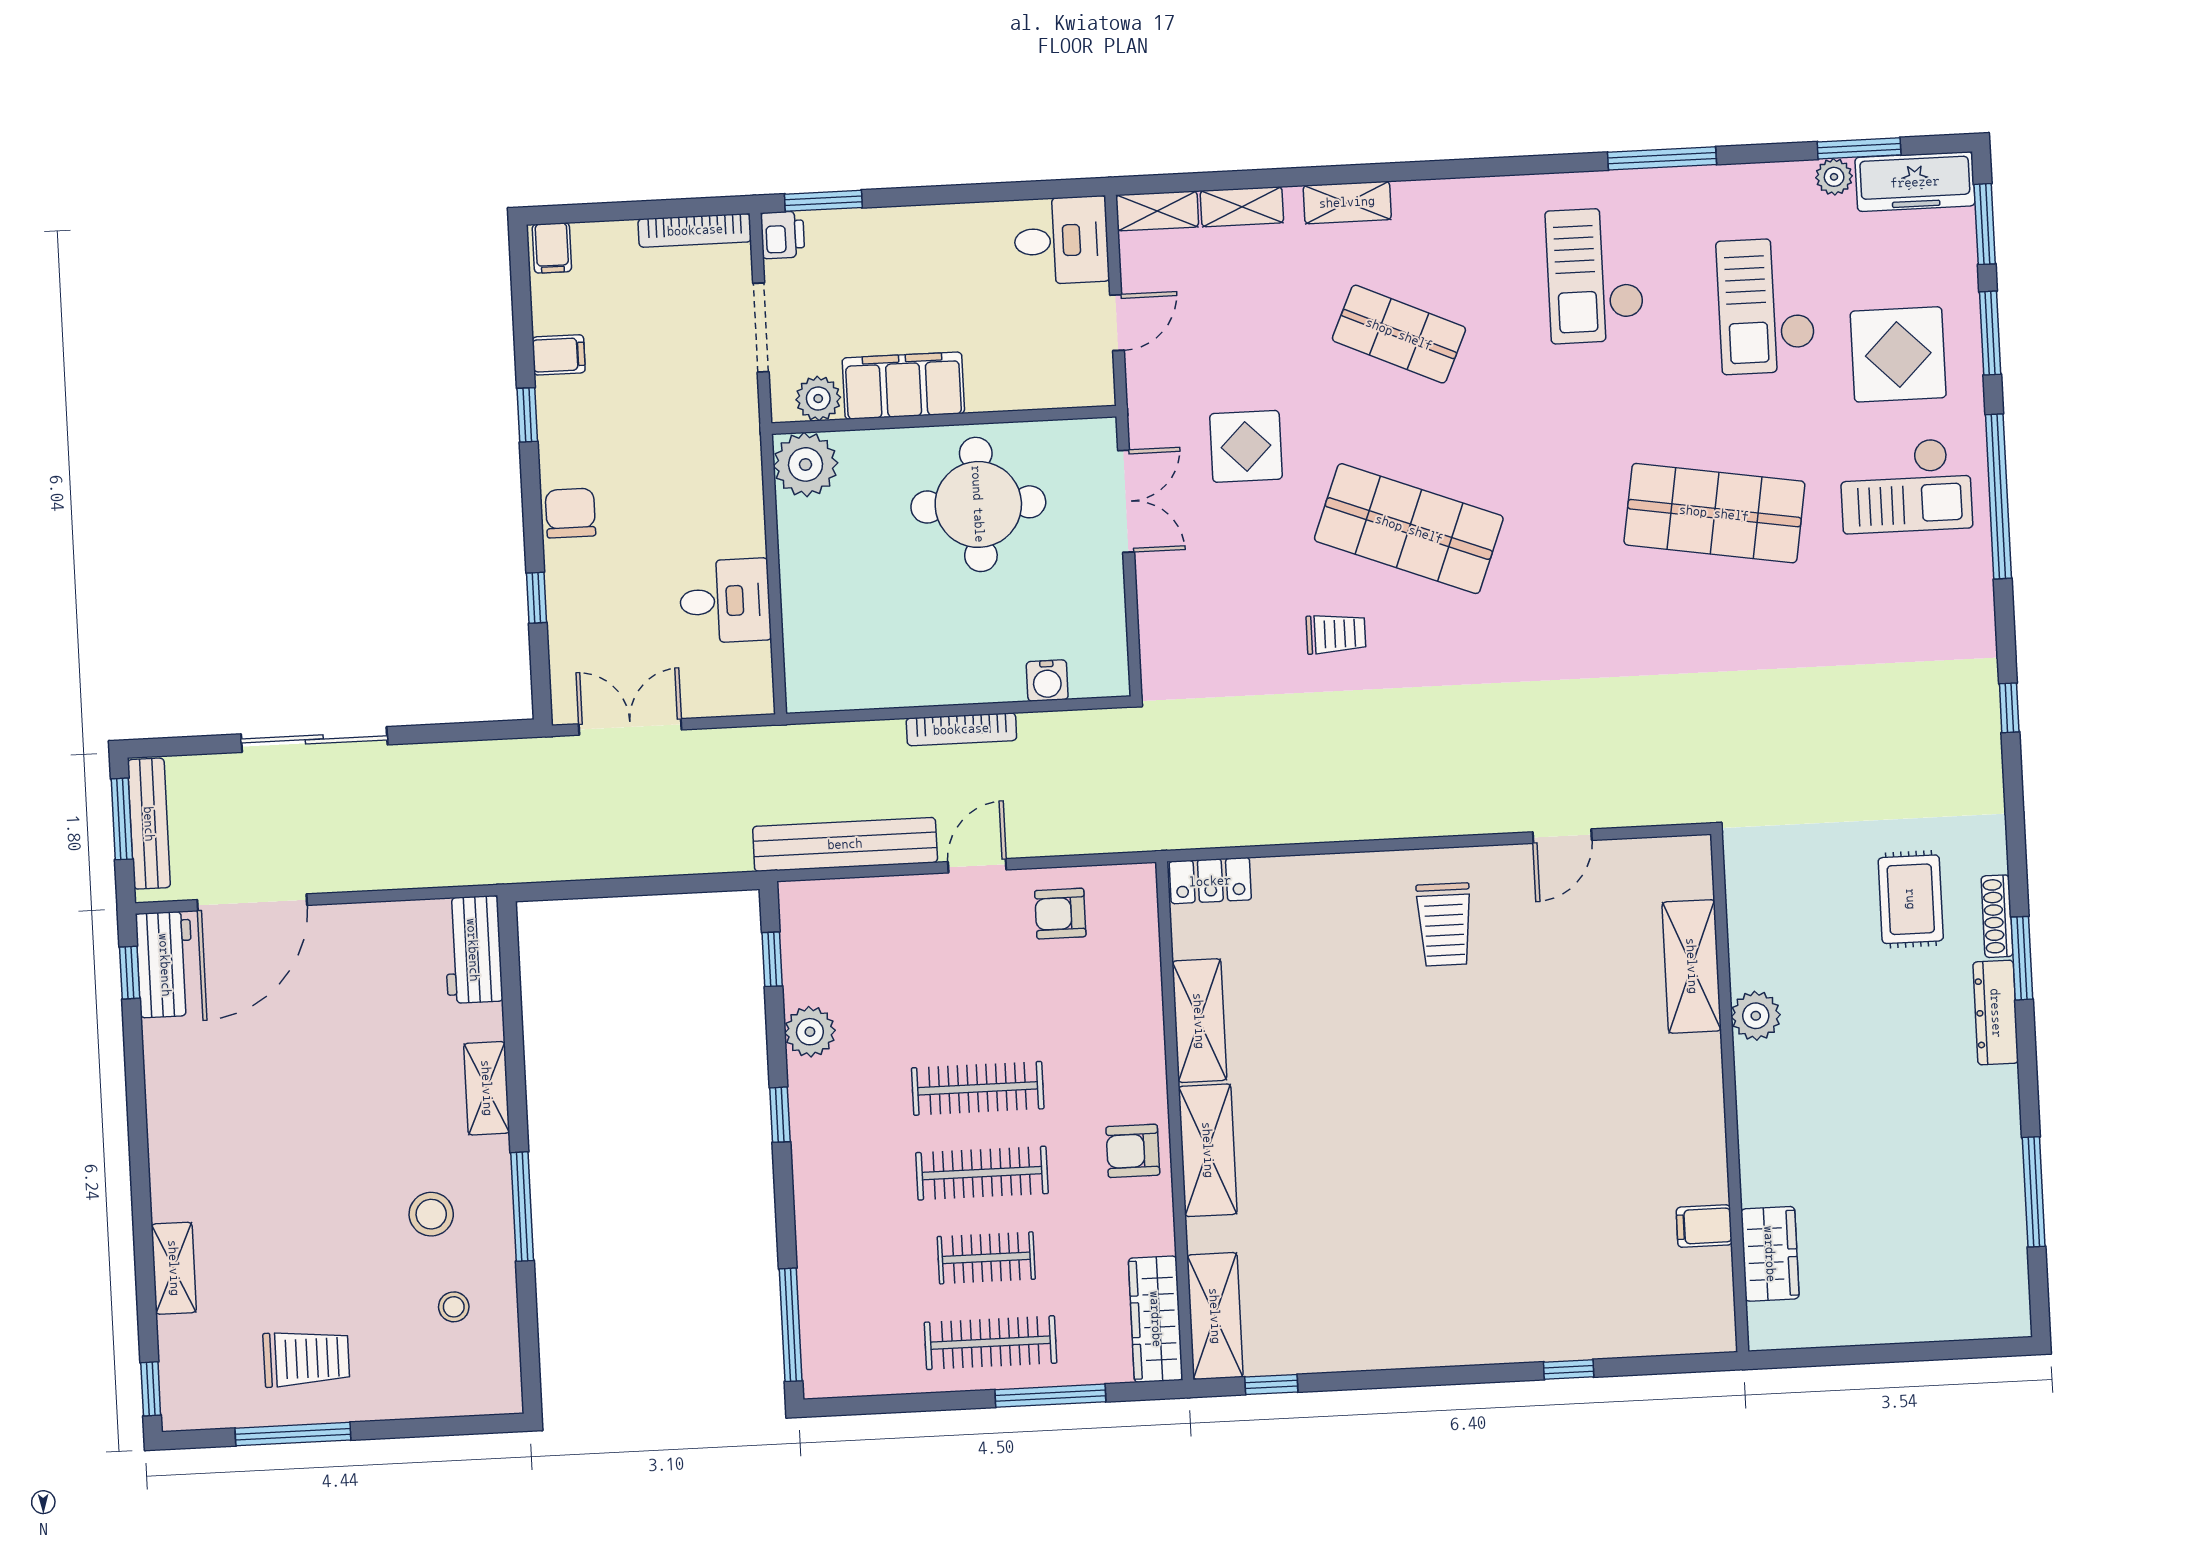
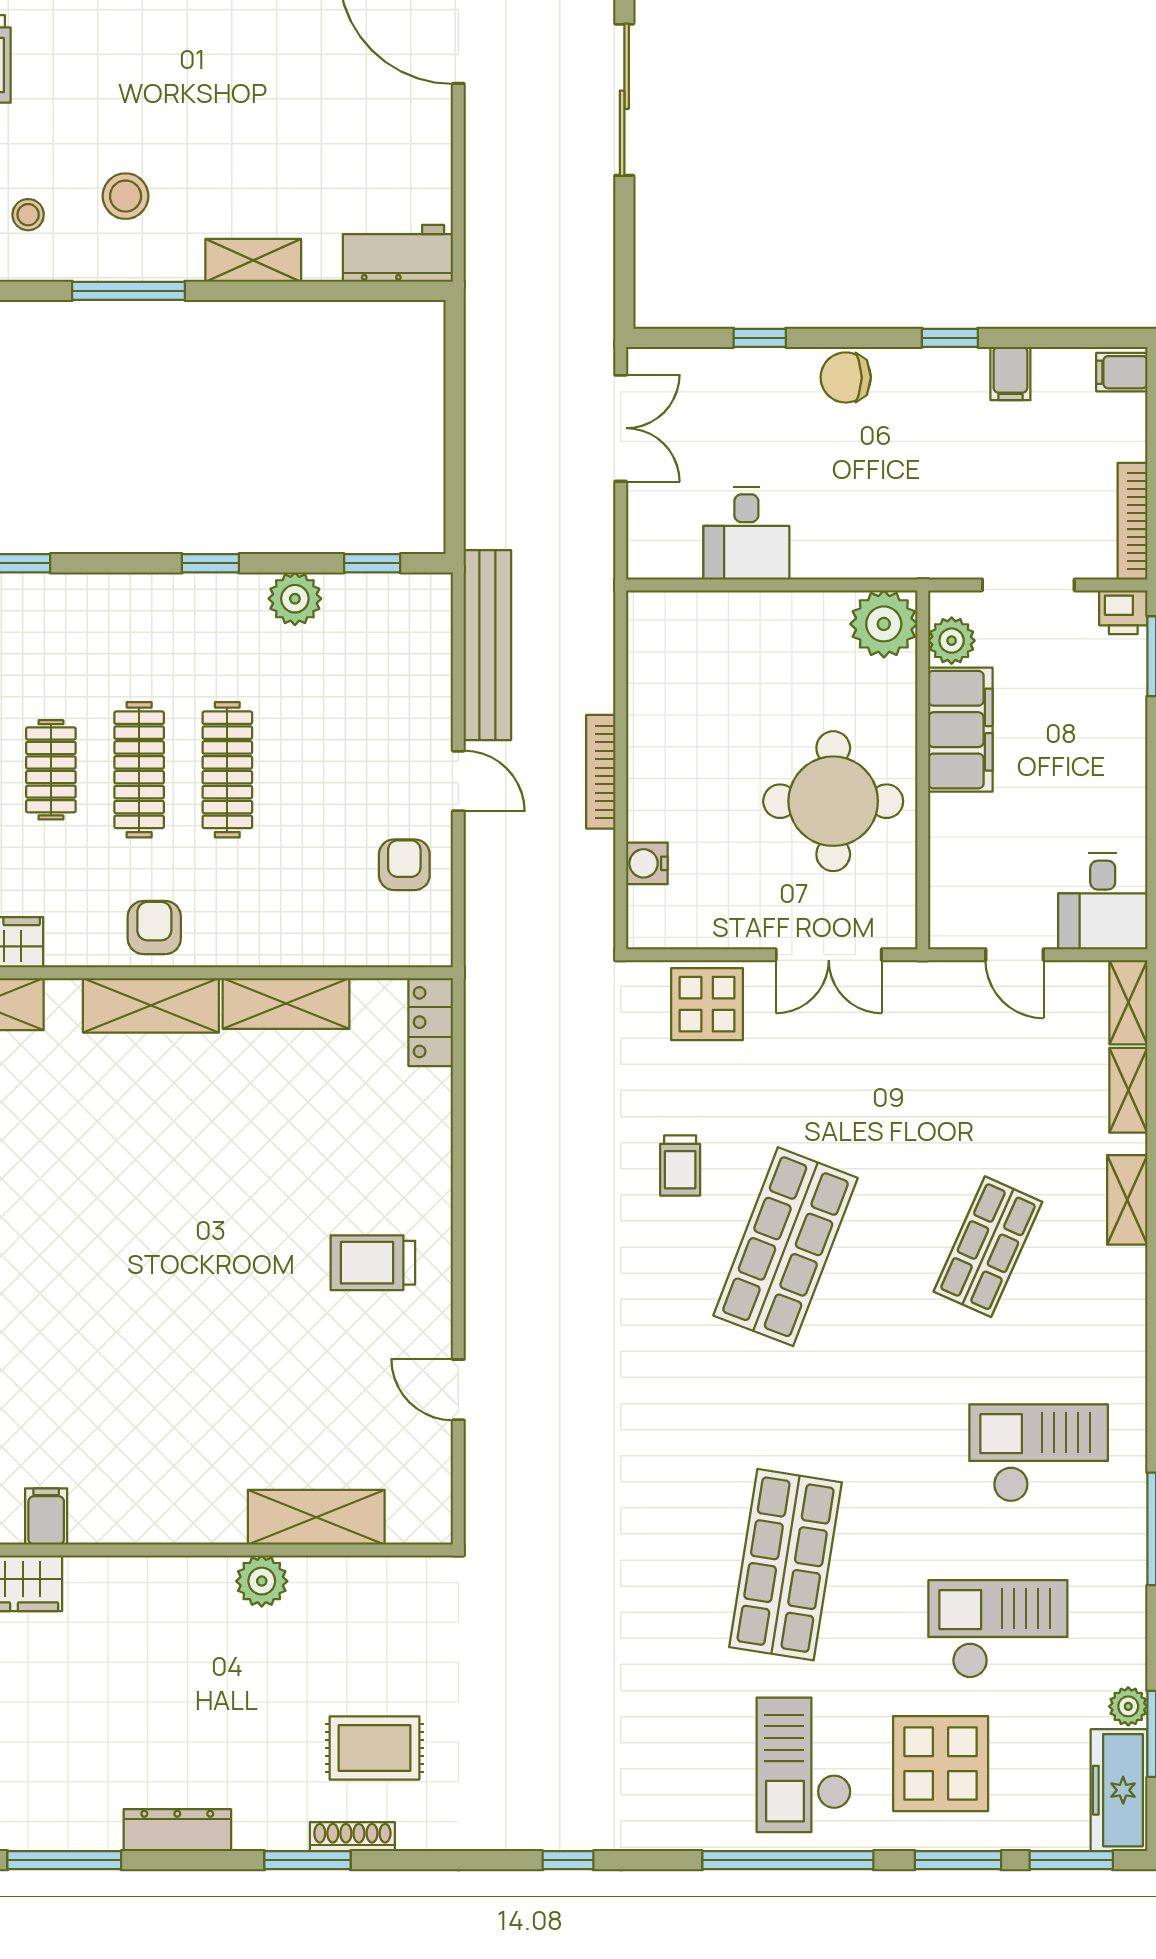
display table: (1246, 446) -> (707, 1004), moved
chair: (570, 513) -> (846, 377), turned 180
dresser: (1996, 1013) -> (177, 1830), moved

